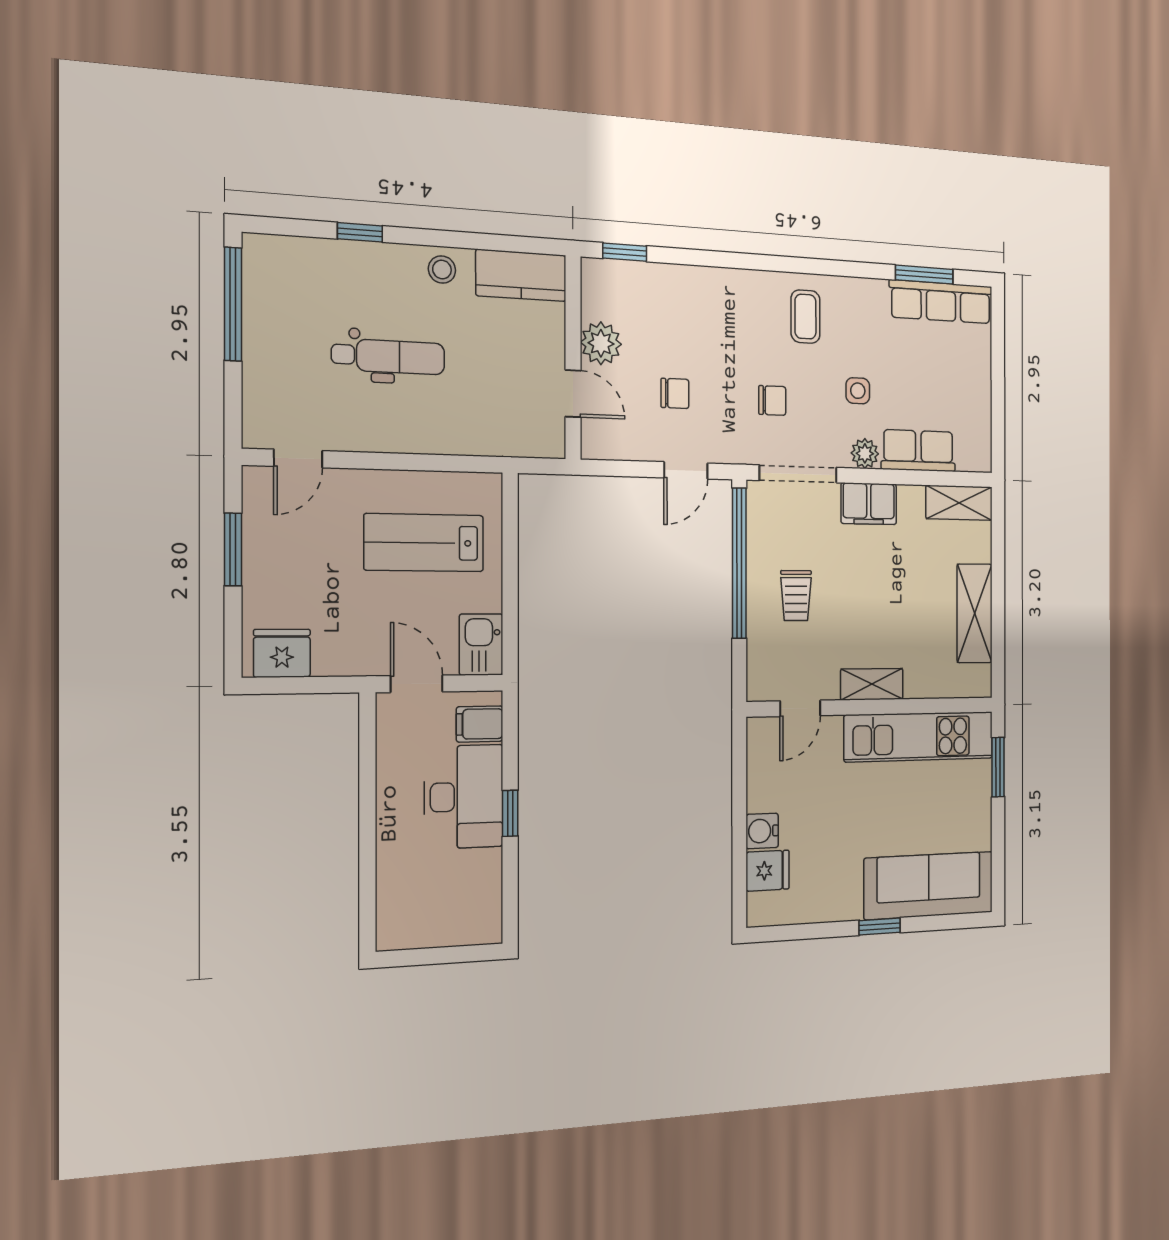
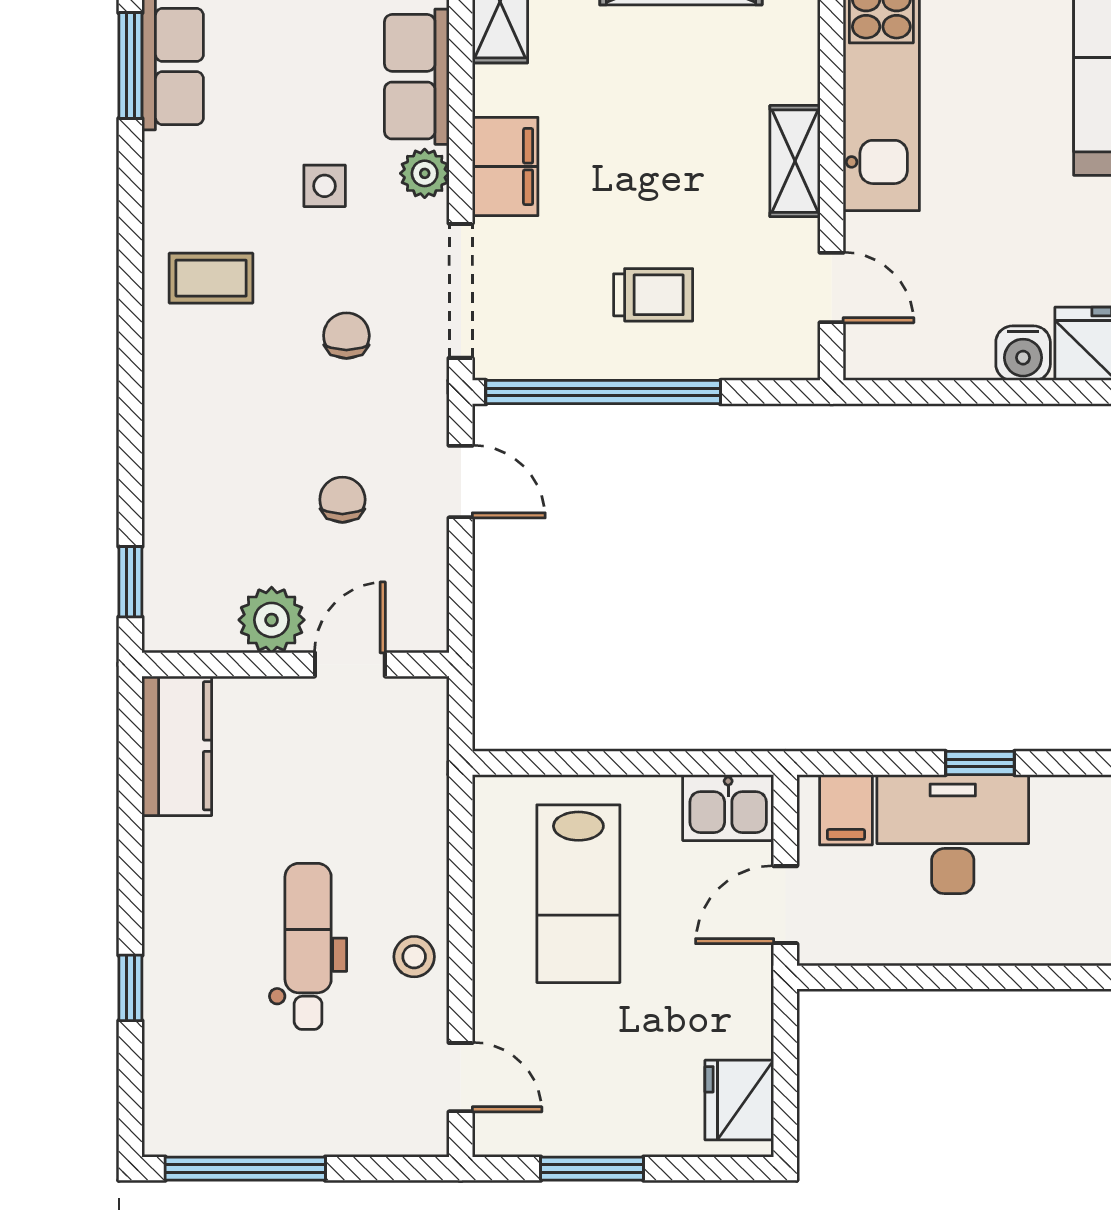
stool: (442, 270) -> (414, 957), moved

